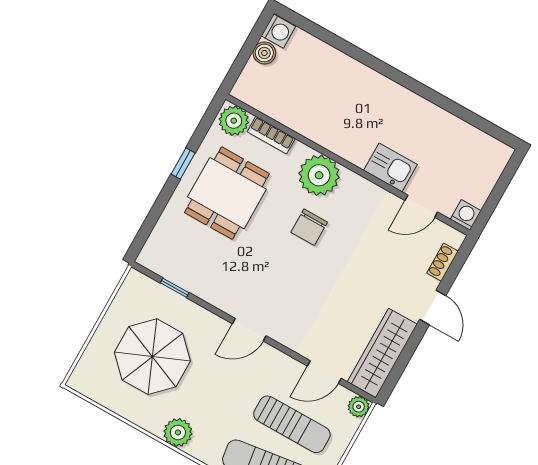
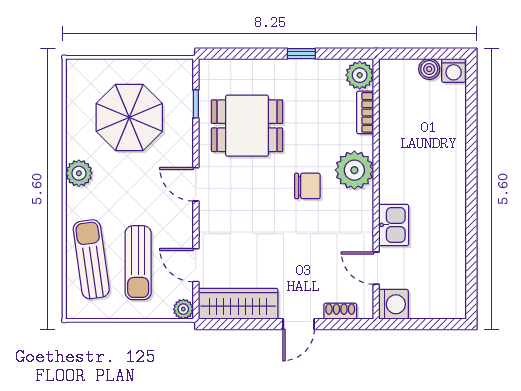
dining table: (227, 193) -> (247, 126), moved
washing machine: (466, 215) -> (393, 304), width x1.38, depth x1.38
chair: (309, 227) -> (307, 186), turned 180

